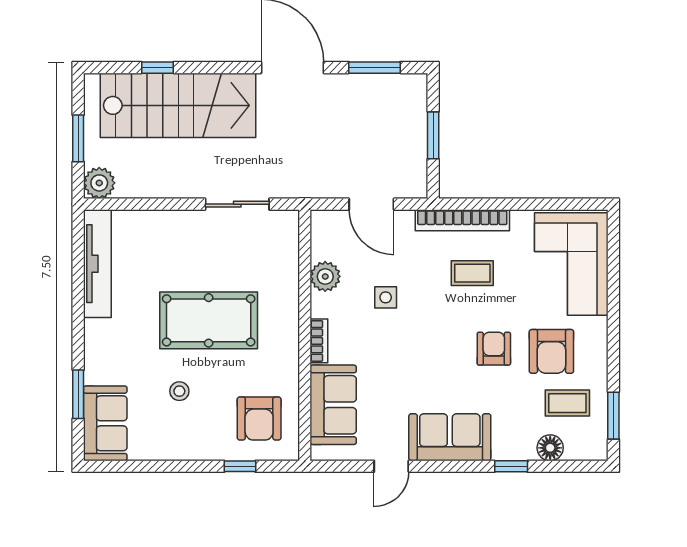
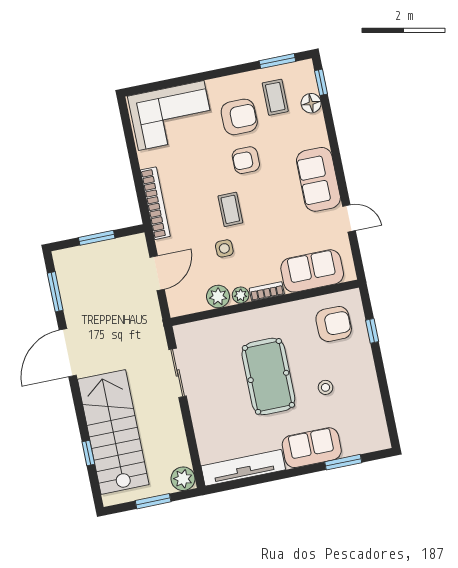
coffee table: (472, 273) -> (230, 209), moved
plant: (321, 306) -> (241, 295), added
sofa: (105, 423) -> (312, 448), moved
window: (511, 466) -> (321, 82), moved

